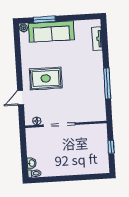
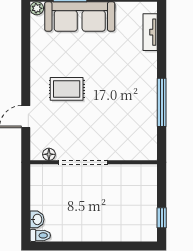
rug: (46, 78) -> (67, 89), width x0.73, depth x0.70
window: (111, 147) -> (162, 218), moved

